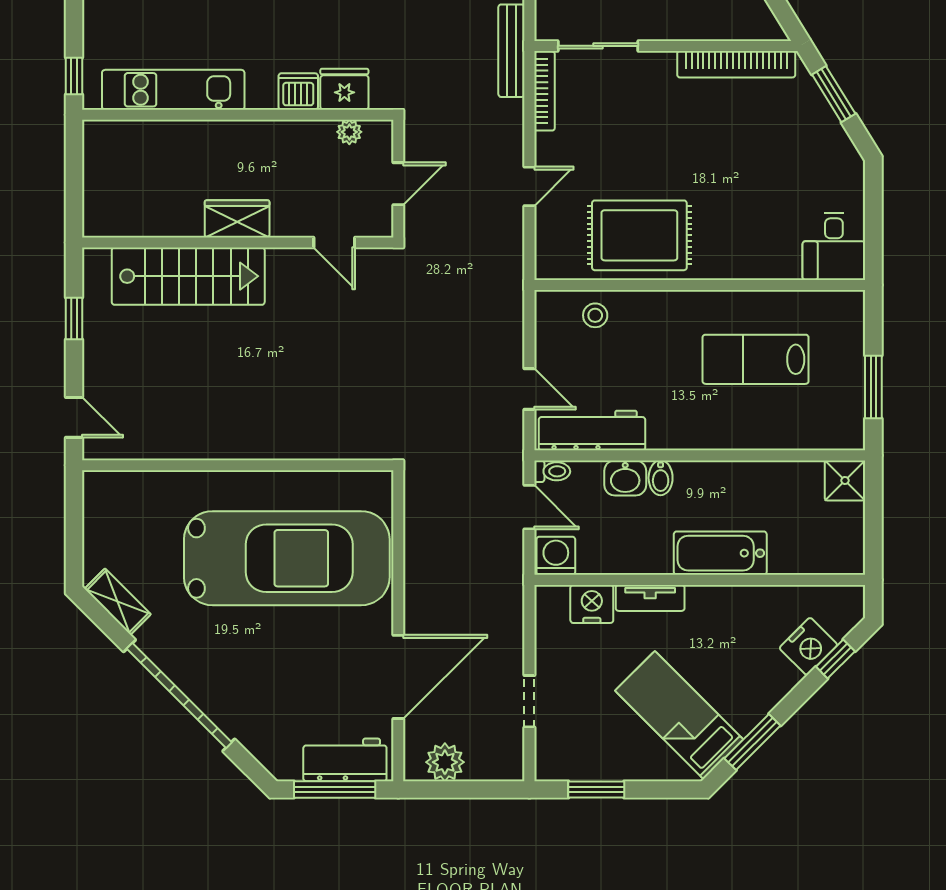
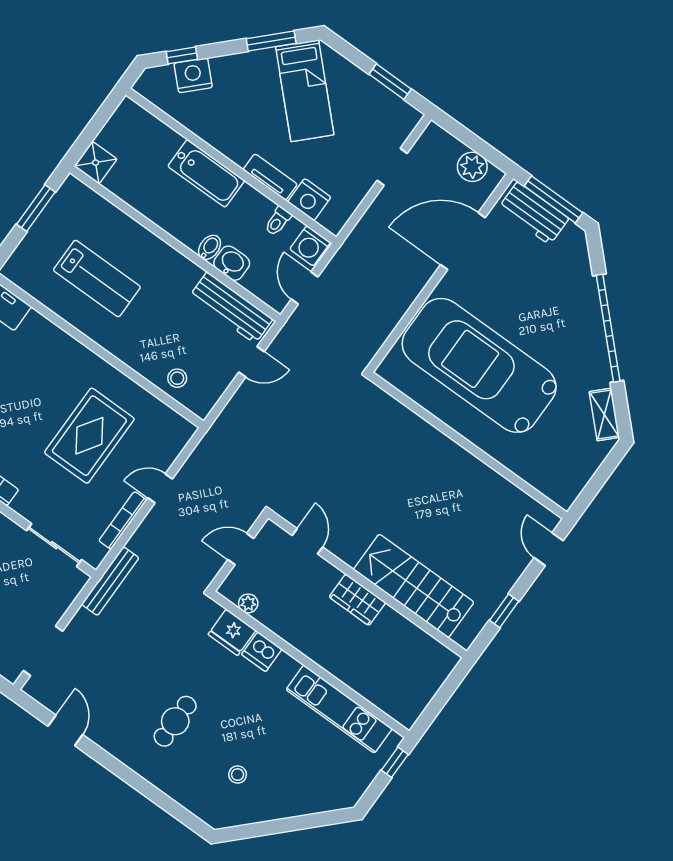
bookcase: (544, 91) -> (123, 520), moved
rug: (639, 235) -> (89, 436), moved, turned 90
door: (529, 389) -> (251, 362), swing flipped
toilet: (552, 471) -> (278, 221), moved, turned -90

